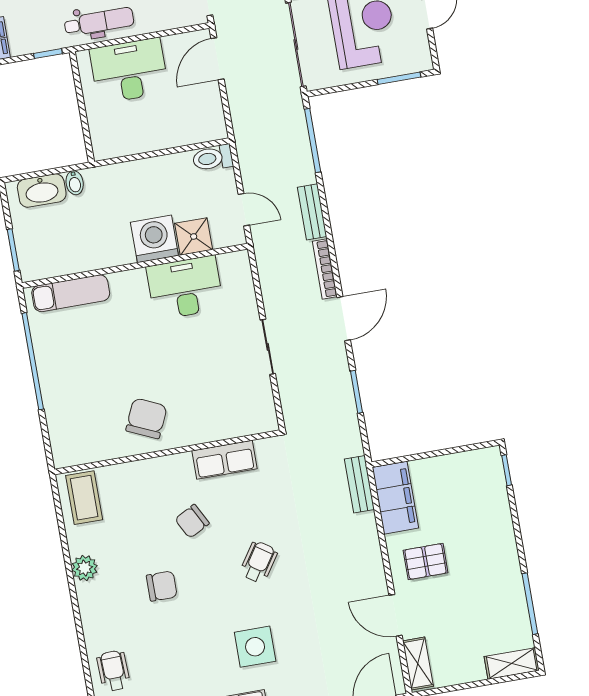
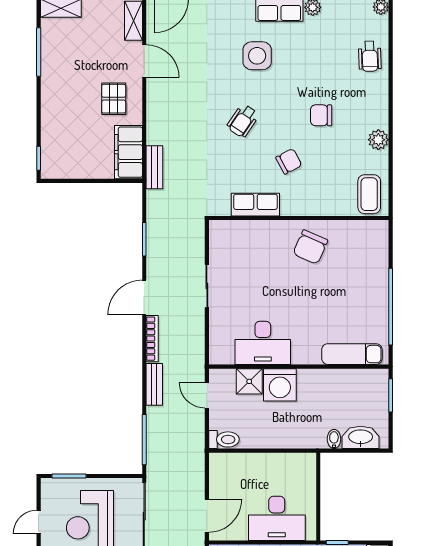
pallet: (426, 561) -> (114, 99), turned 90

